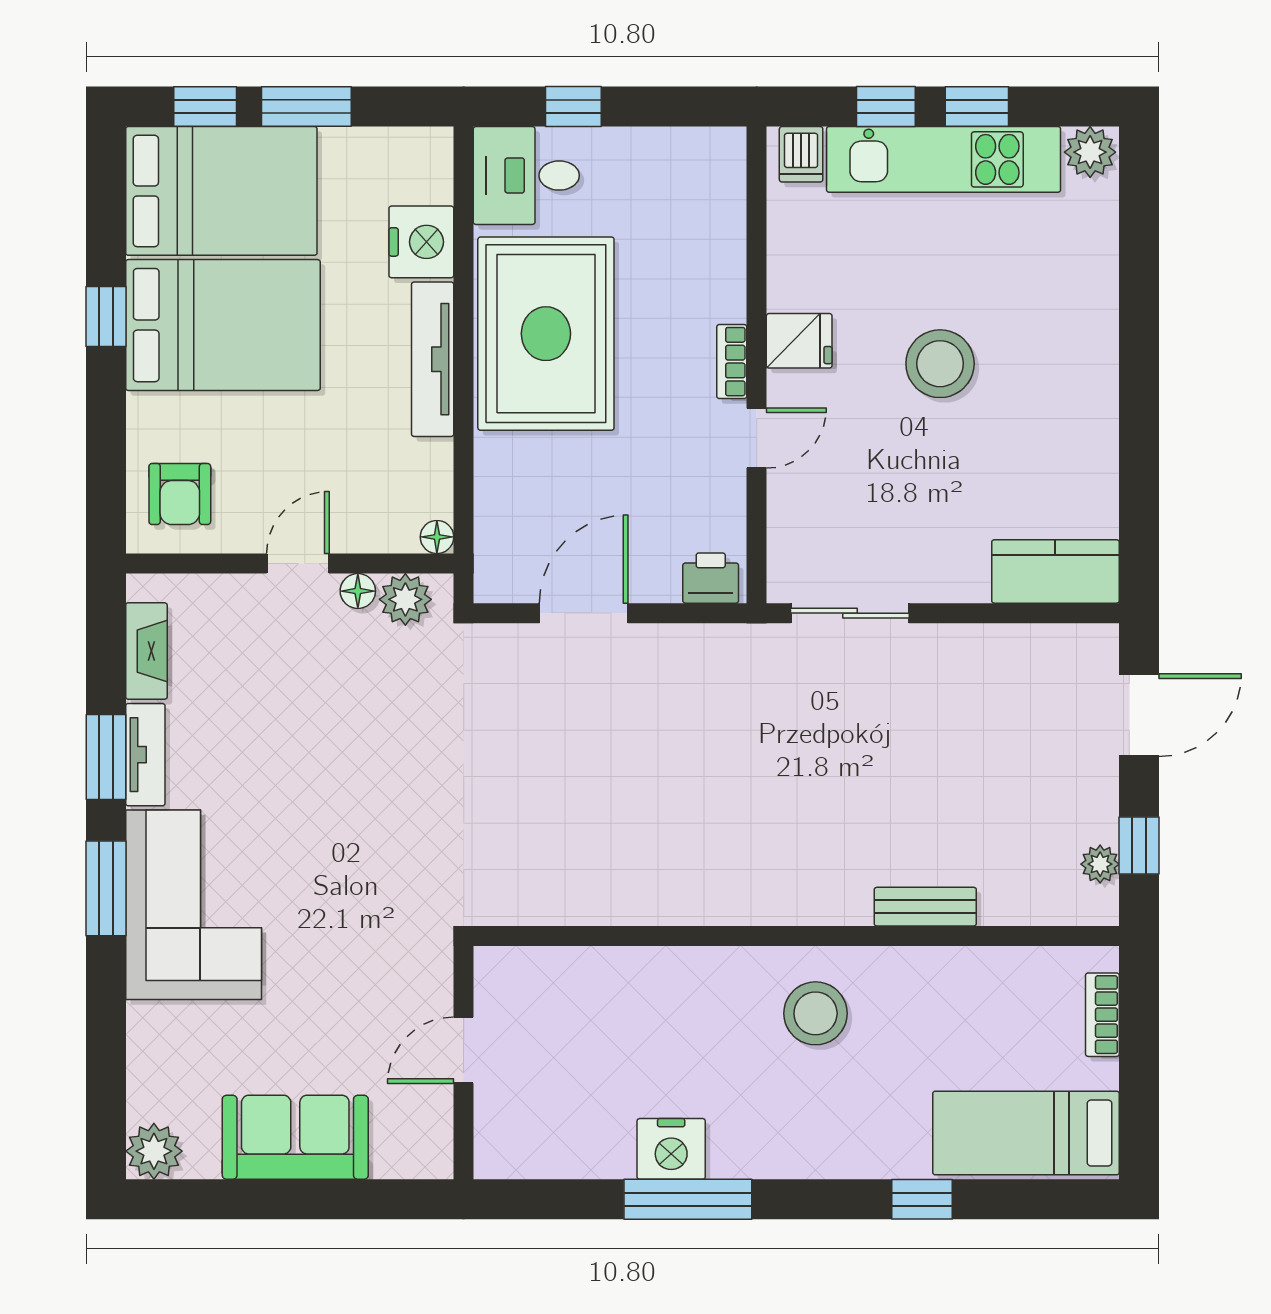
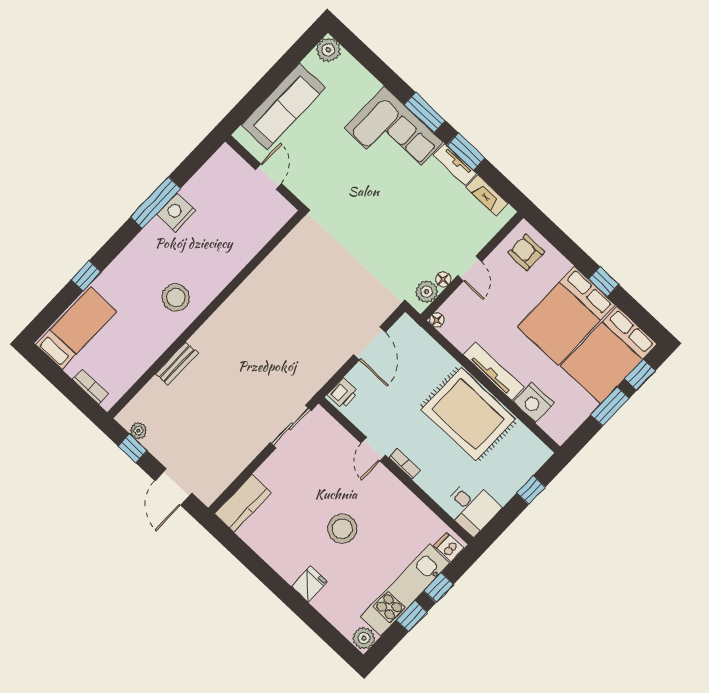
desk: (526, 176) -> (472, 507), moved, turned 90
fridge: (799, 341) -> (309, 584), moved, turned 180
sofa: (295, 1137) -> (283, 106), width x1.36

